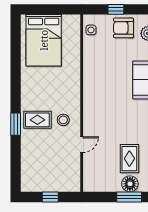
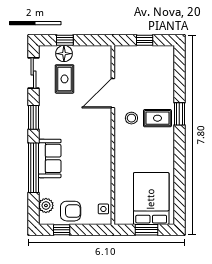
window: (48, 9) -> (146, 230), added
window: (116, 9) -> (62, 230), moved
door: (82, 145) -> (113, 93), width x1.88
window: (129, 197) -> (65, 40), width x0.67

